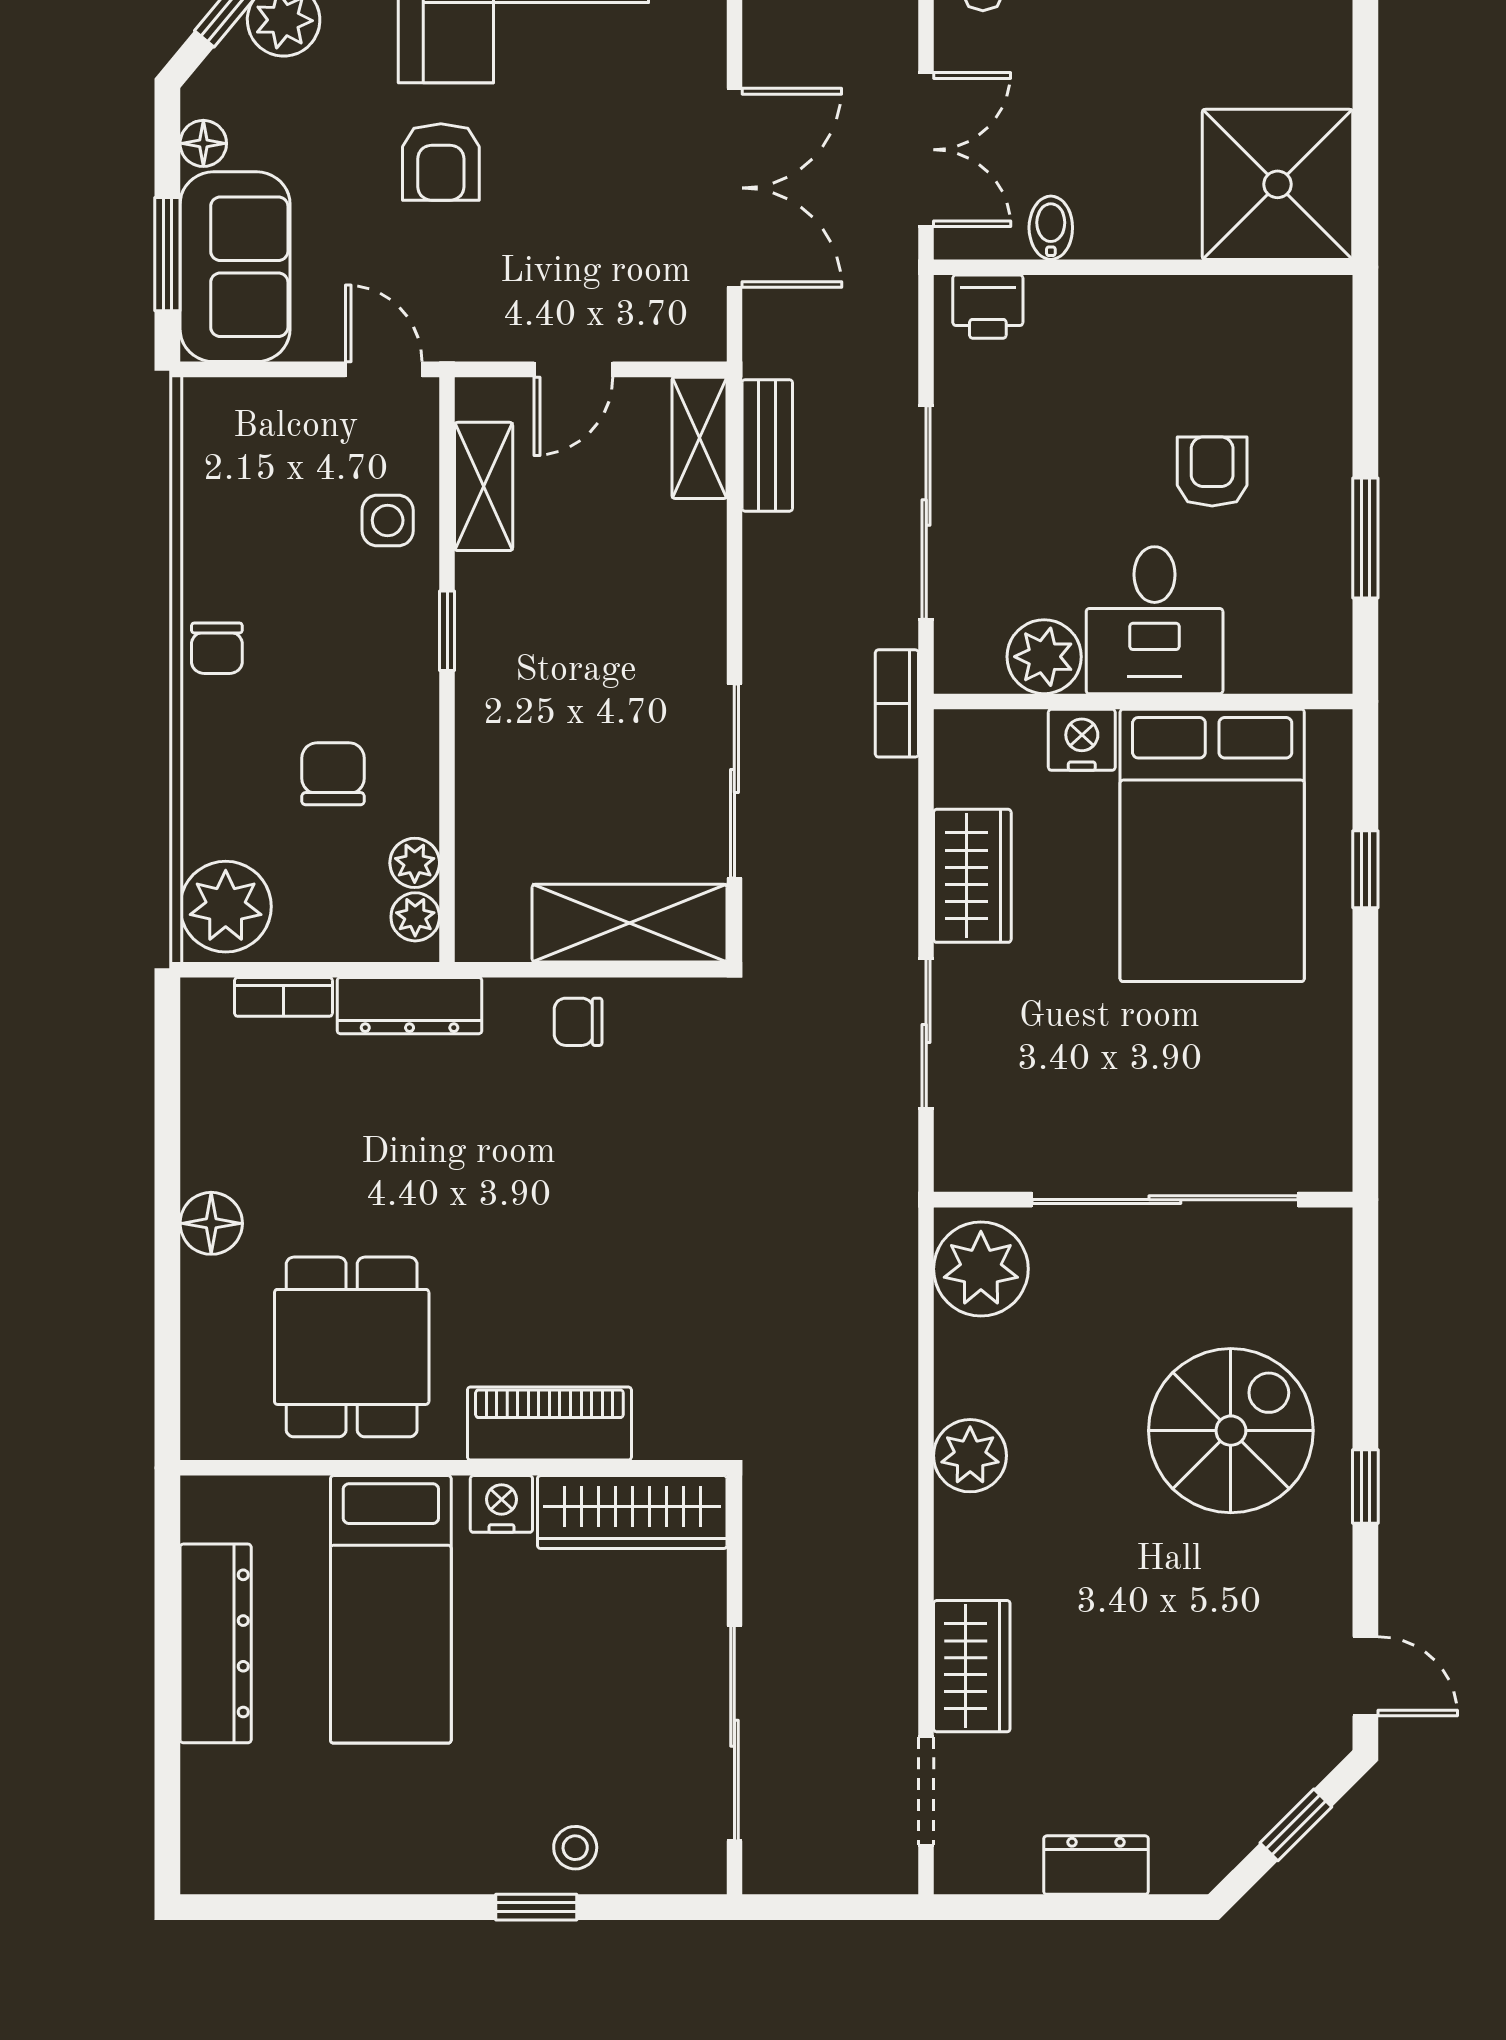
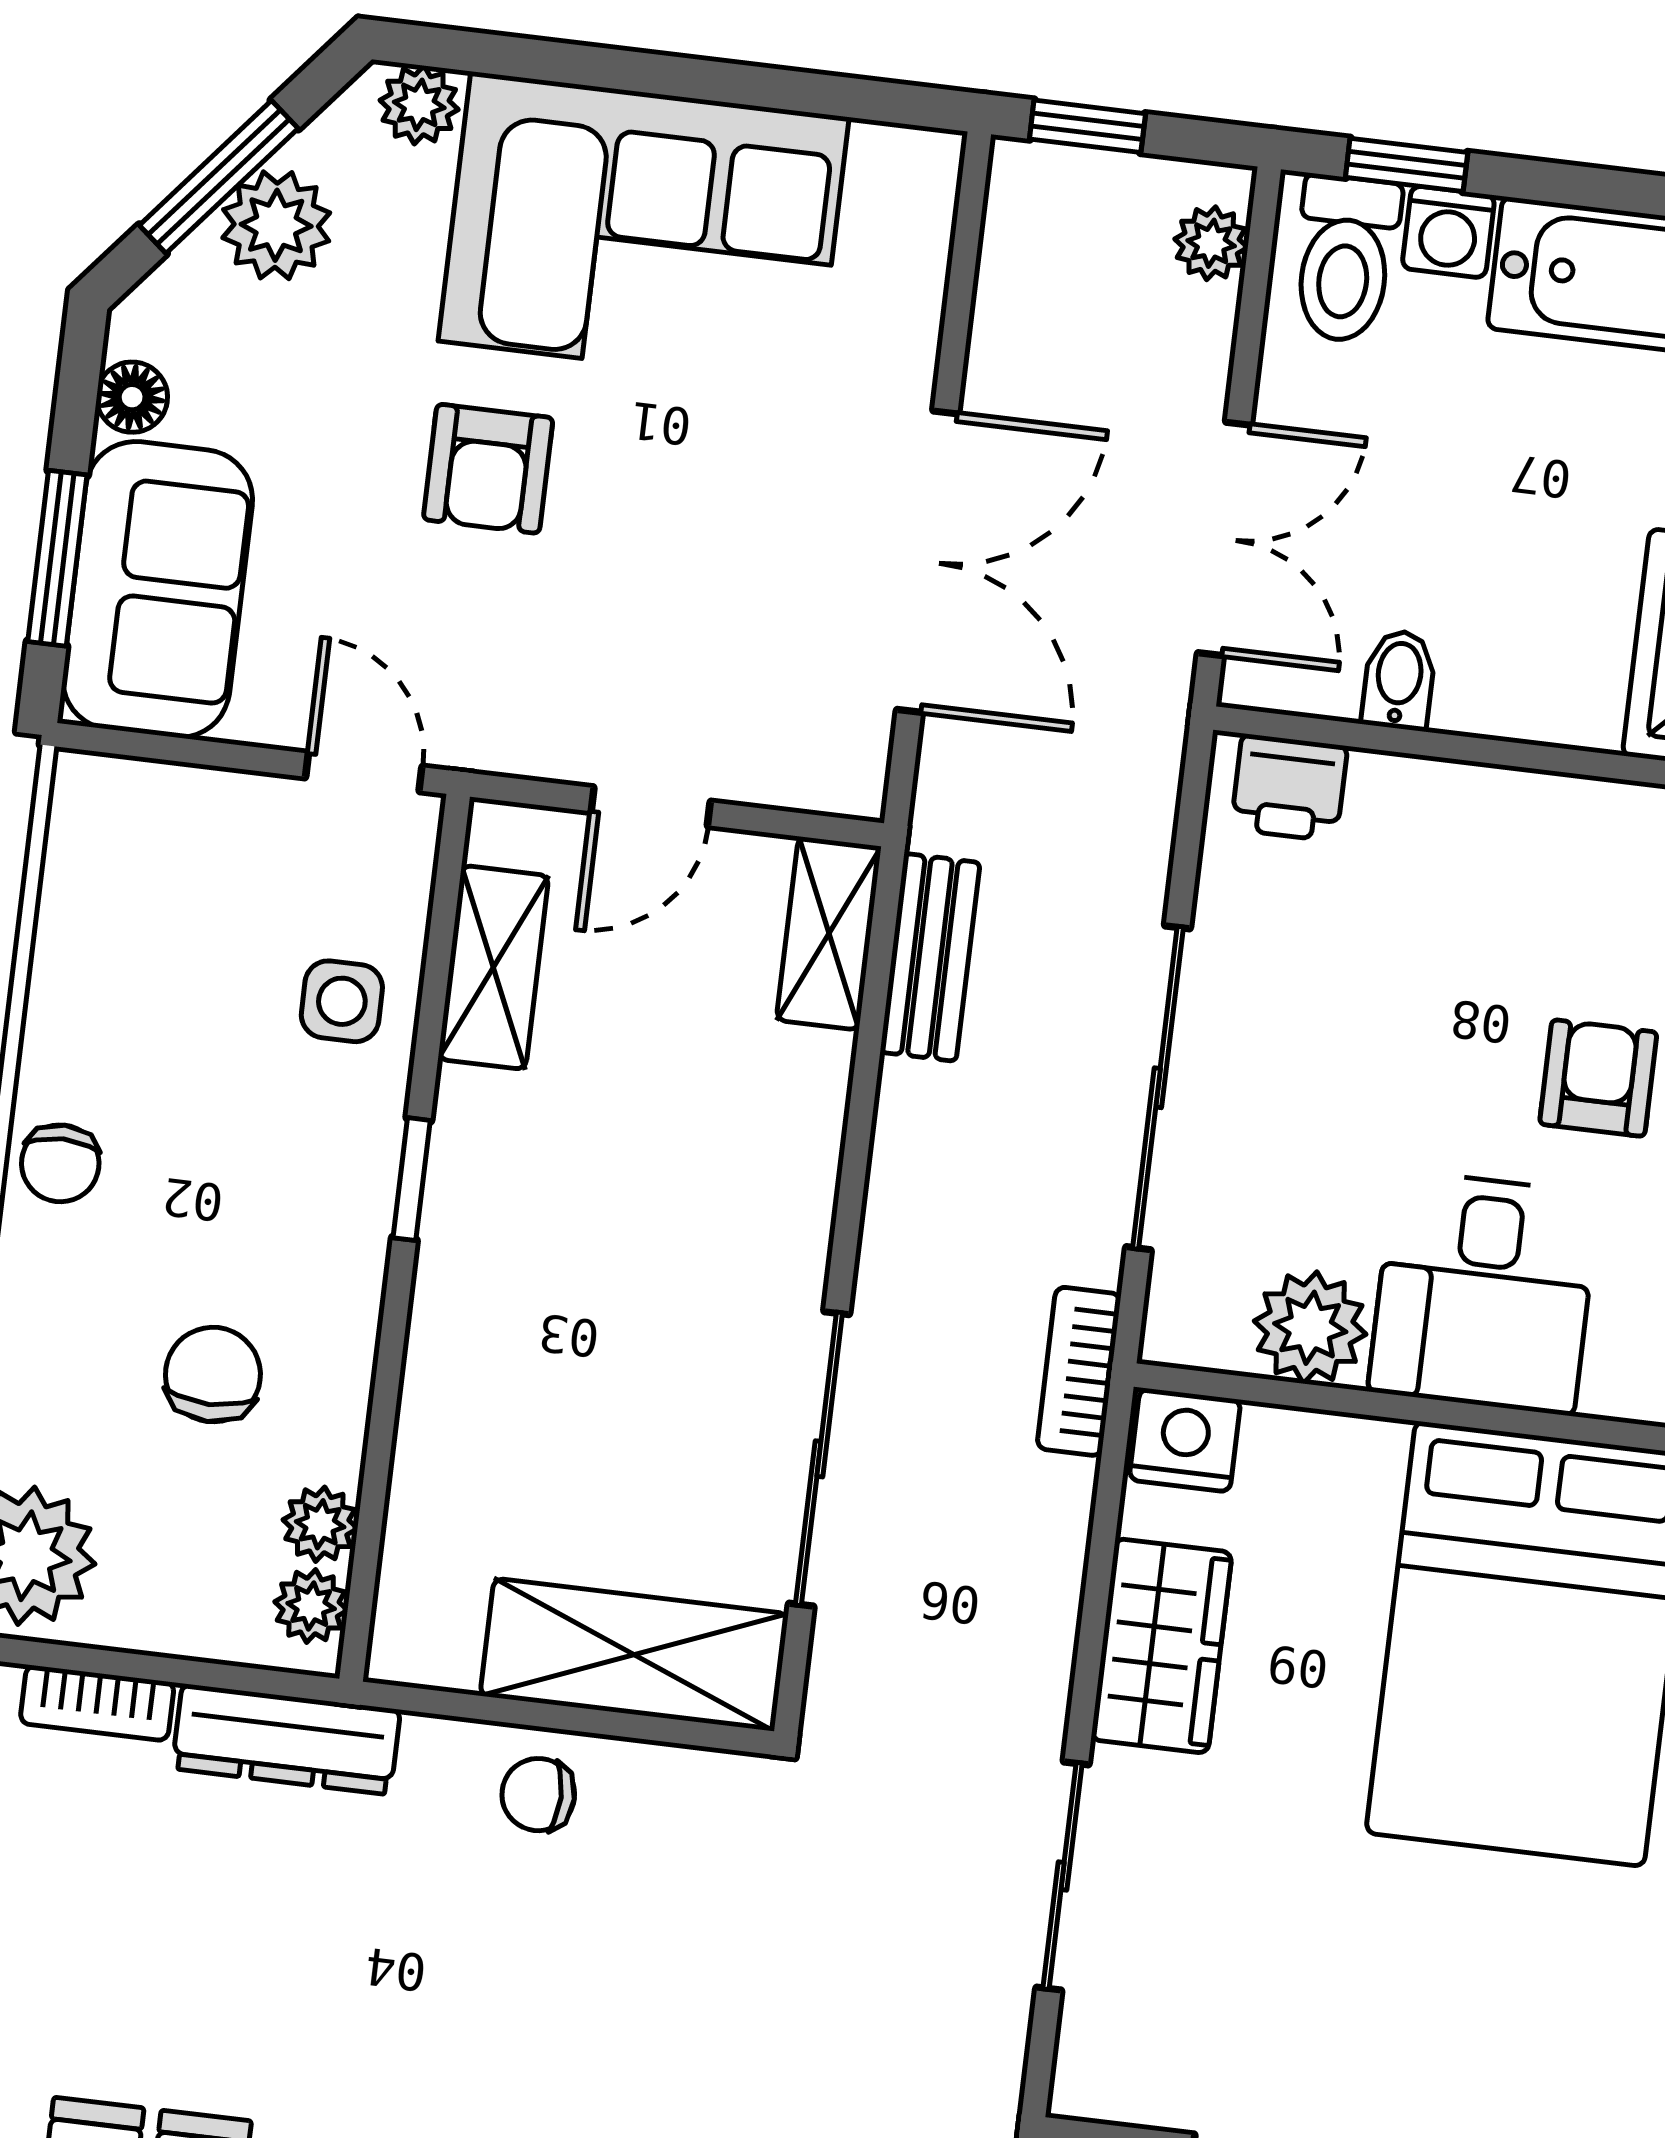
nightstand: (1082, 740) -> (1185, 1440), moved

